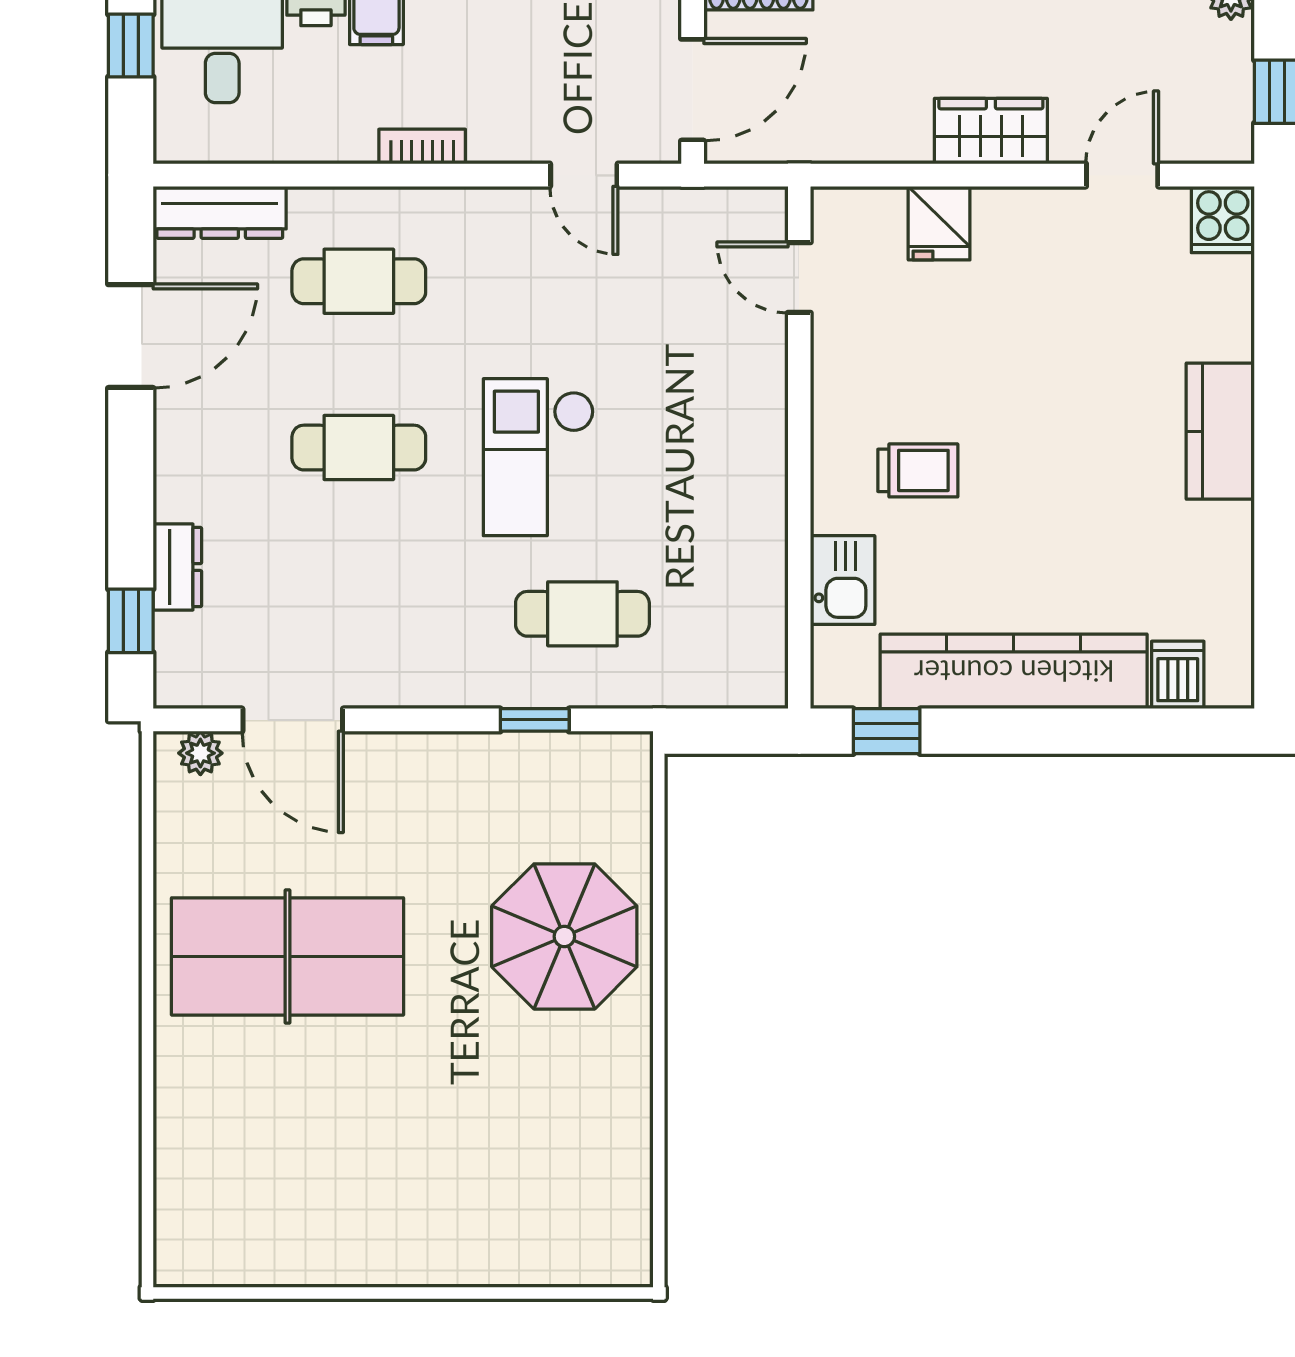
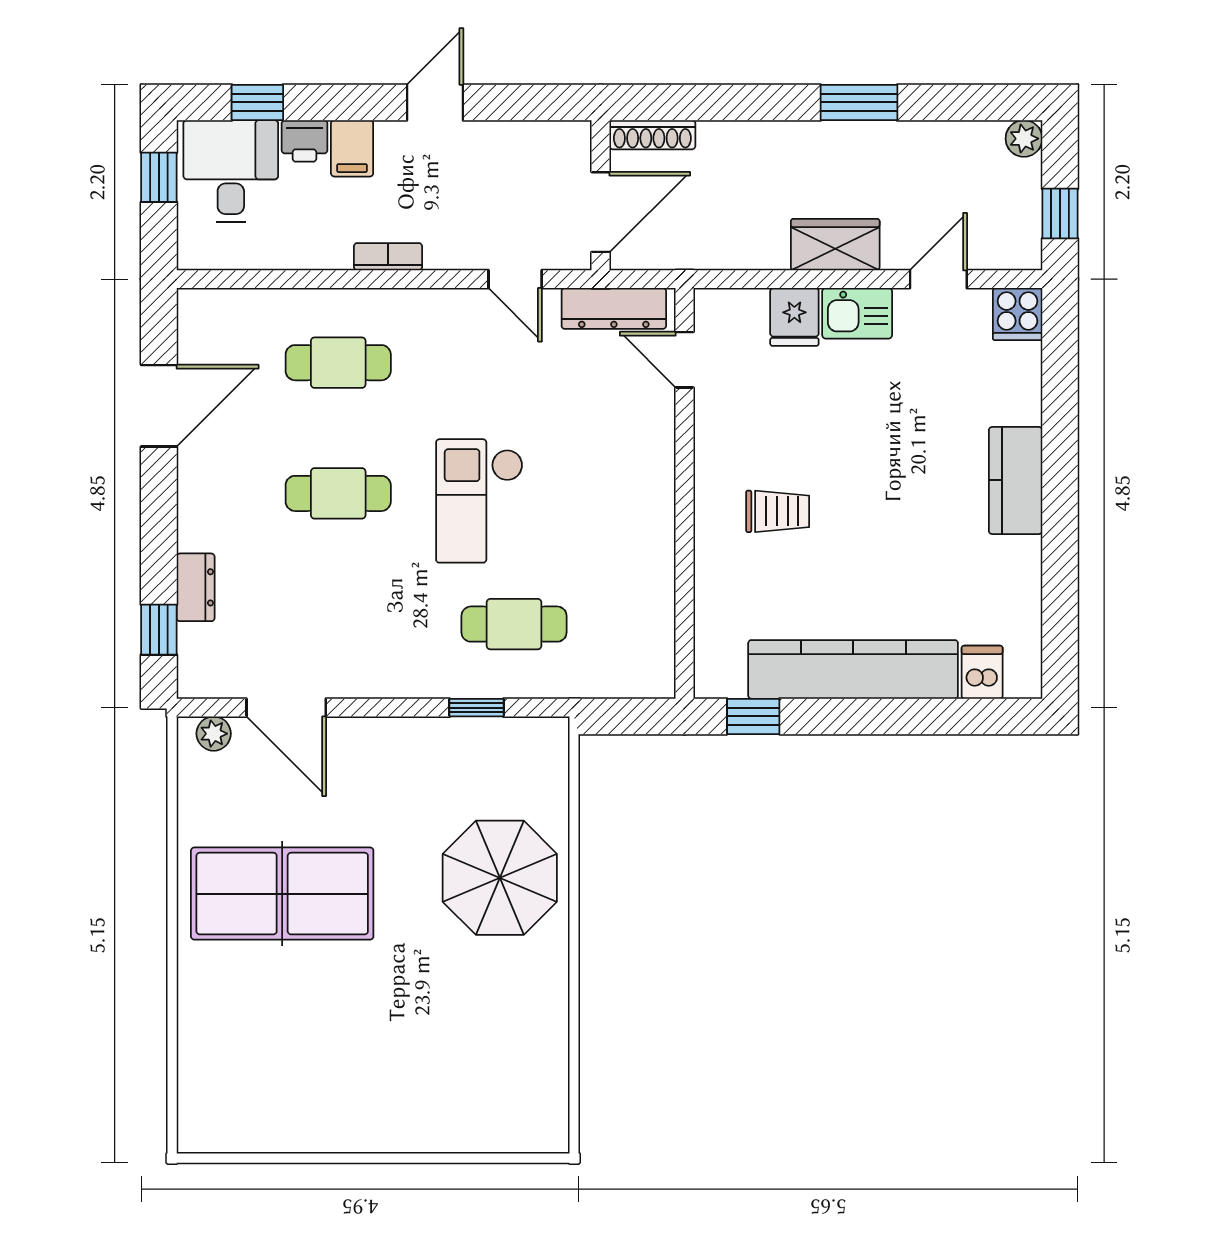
dresser: (220, 212) -> (614, 308), moved
kitchen sink: (843, 580) -> (857, 313), moved, turned 90

